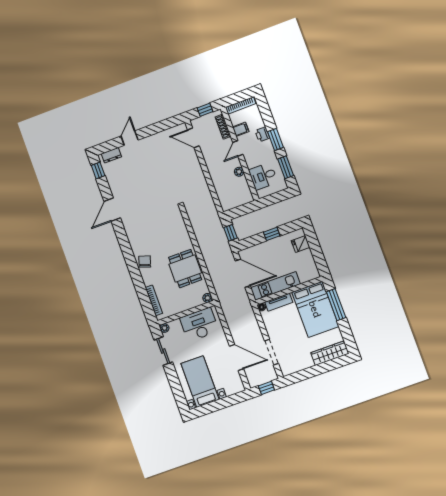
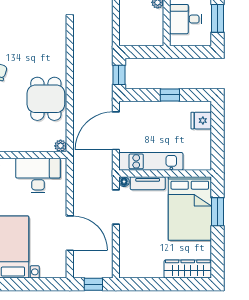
door: (243, 273) -> (116, 131), swing flipped
window: (336, 305) -> (217, 212), width x0.69
doorway: (271, 352) -> (116, 207), moved

